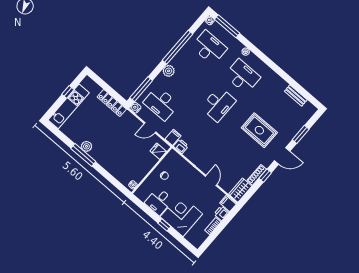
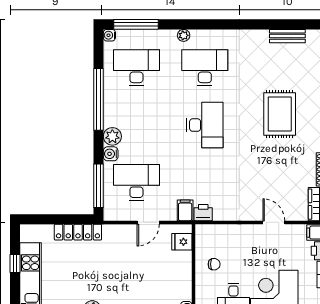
desk: (161, 103) -> (136, 182), turned 180
water cooler: (135, 108) -> (111, 154), moved
rug: (259, 130) -> (280, 114), turned 90

